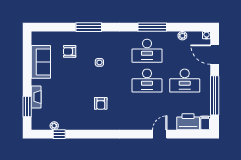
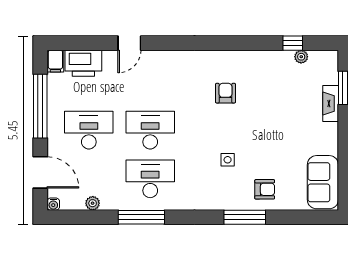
armchair: (70, 51) -> (265, 189), moved
sofa: (41, 62) -> (323, 182), moved

